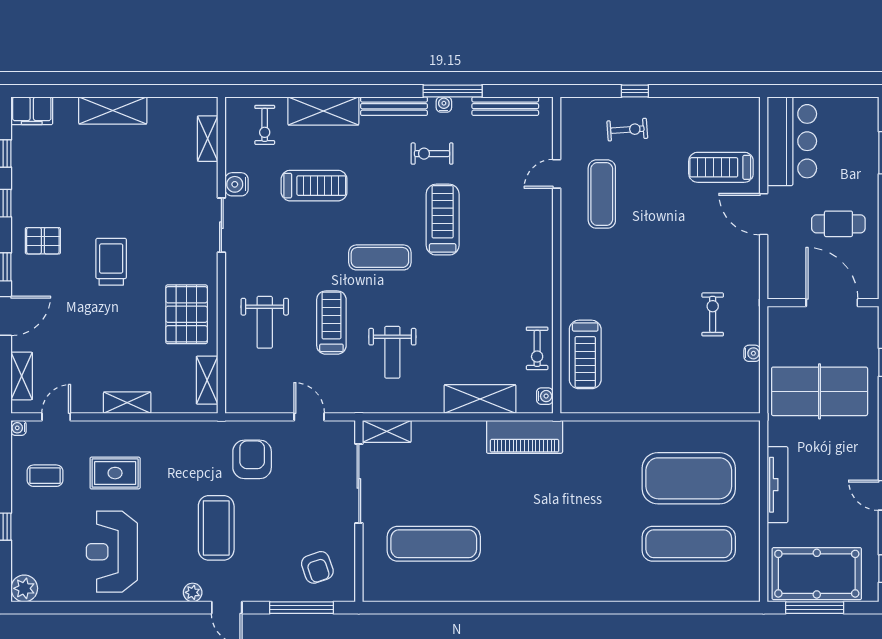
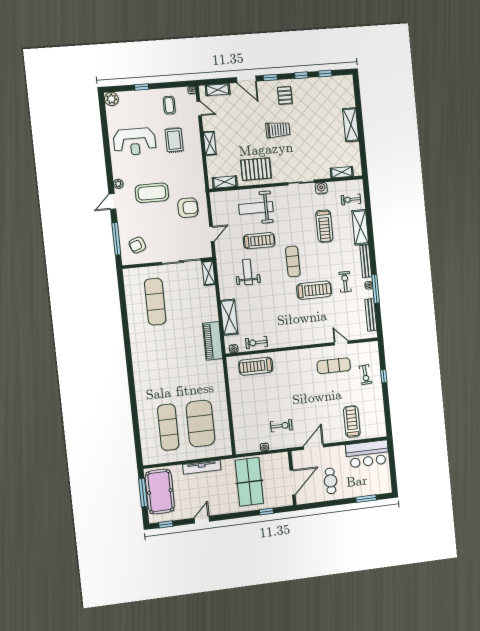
filing cabinet: (32, 111) -> (347, 85), removed
door: (764, 214) -> (313, 447), moved
weight bench: (265, 322) -> (256, 208), width x1.36, depth x1.33
weight bench: (392, 352) -> (248, 272), turned 90
reception desk: (112, 552) -> (135, 142), turned 180

